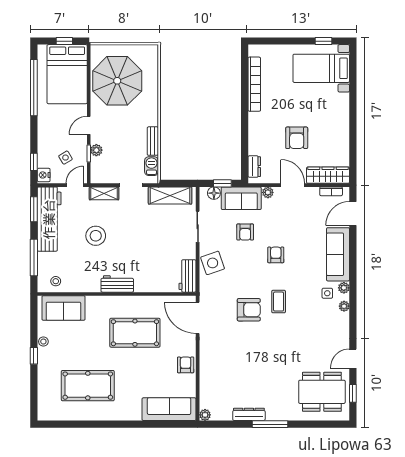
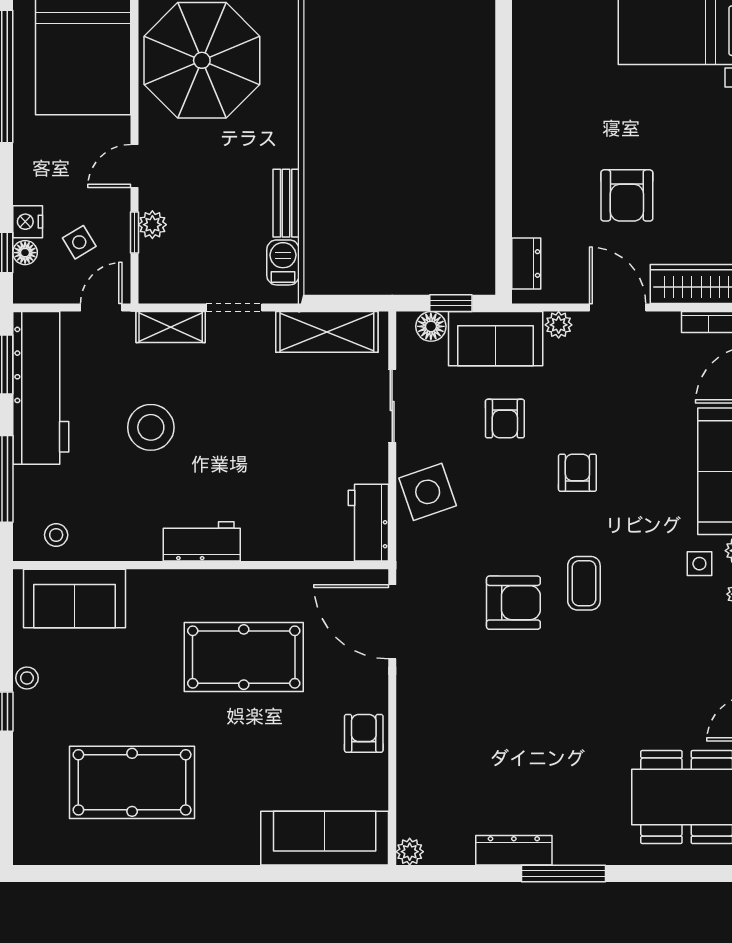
bookcase: (254, 84) -> (526, 68), removed
floor lamp: (43, 162) -> (25, 253), added
nightstand: (44, 175) -> (28, 222), moved

